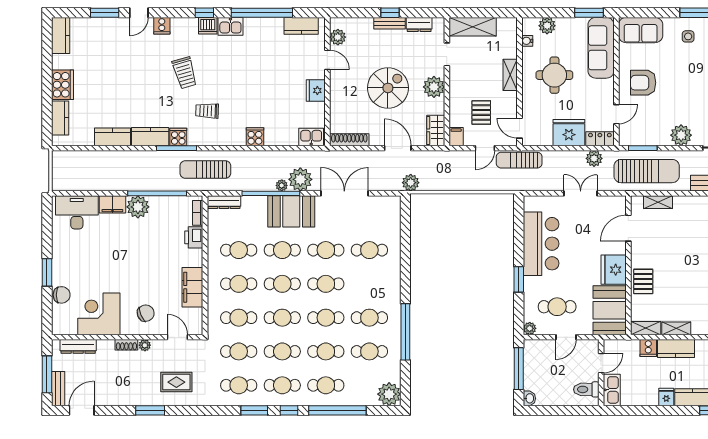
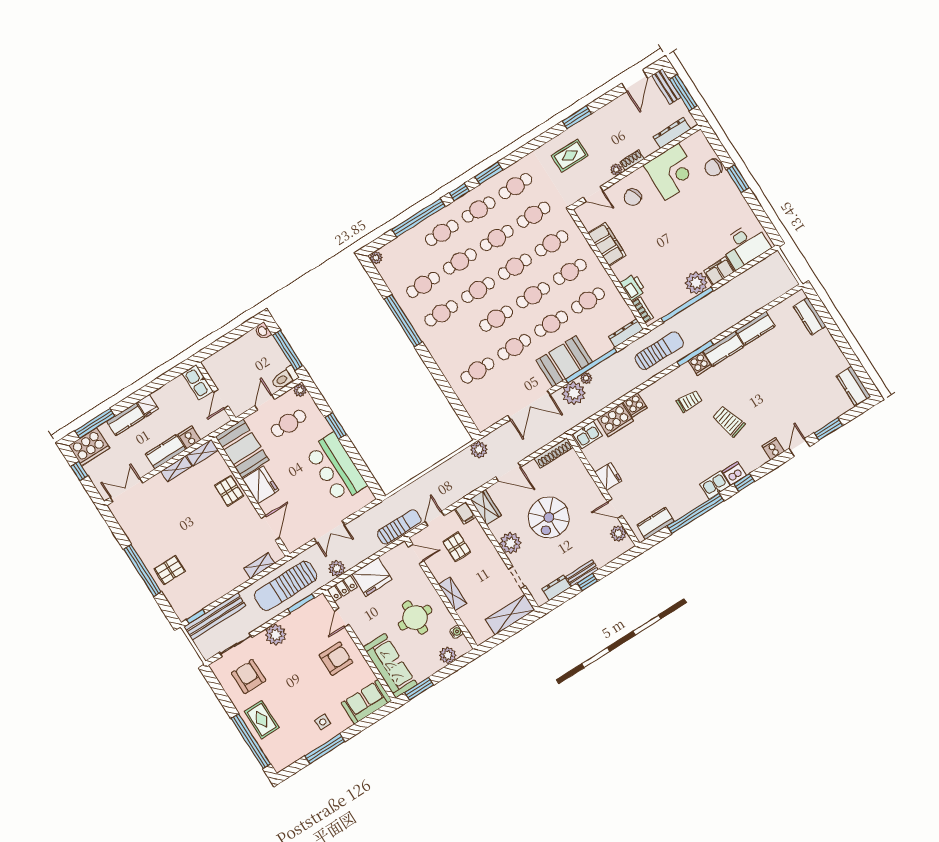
cooker: (62, 85) -> (615, 420), moved, turned -90
toilet: (586, 389) -> (285, 378), moved, turned 180
plant: (389, 394) -> (376, 258), width x0.53, depth x0.53

